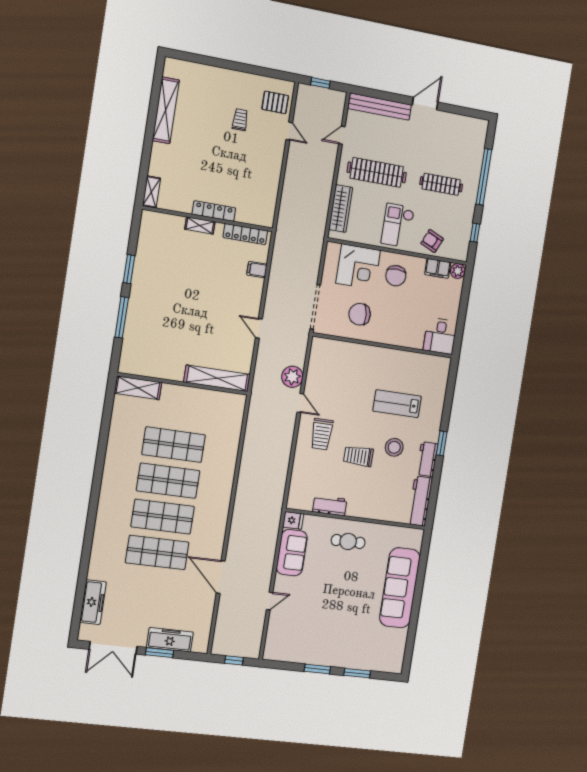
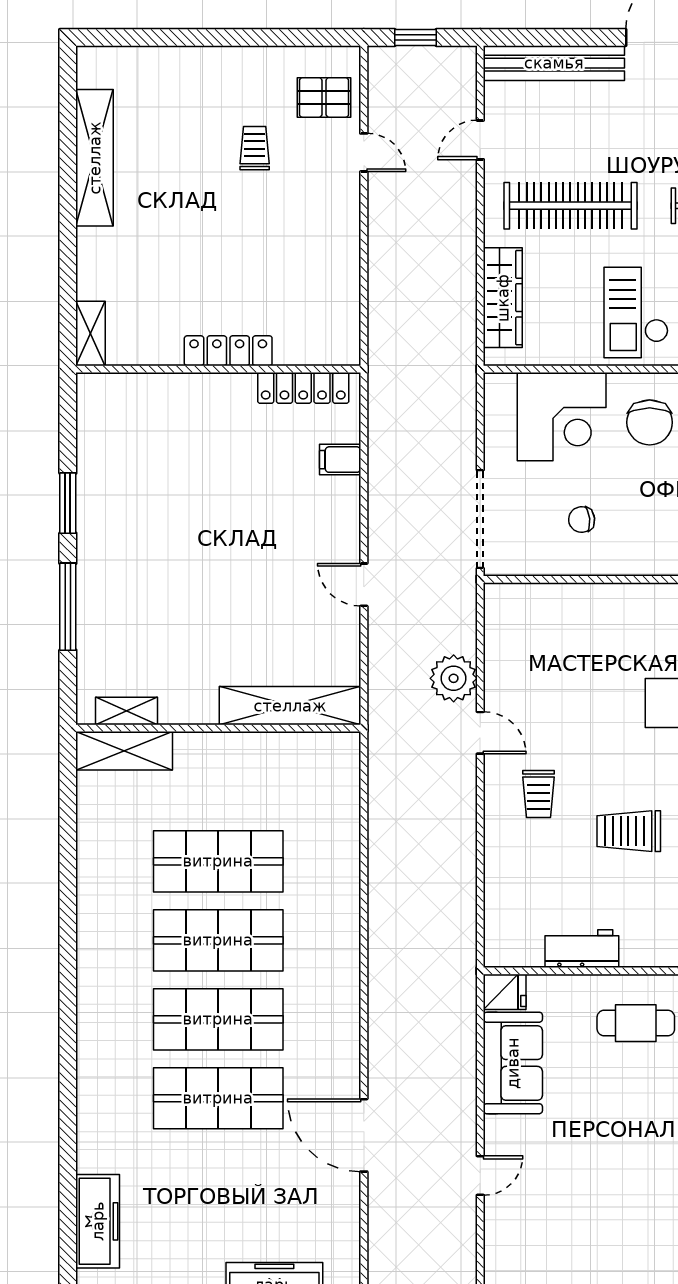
shelving: (200, 225) -> (126, 711), moved
chair: (360, 314) -> (582, 520), width x0.54, depth x0.54
trolley: (322, 434) -> (539, 794), width x0.73, depth x0.72

